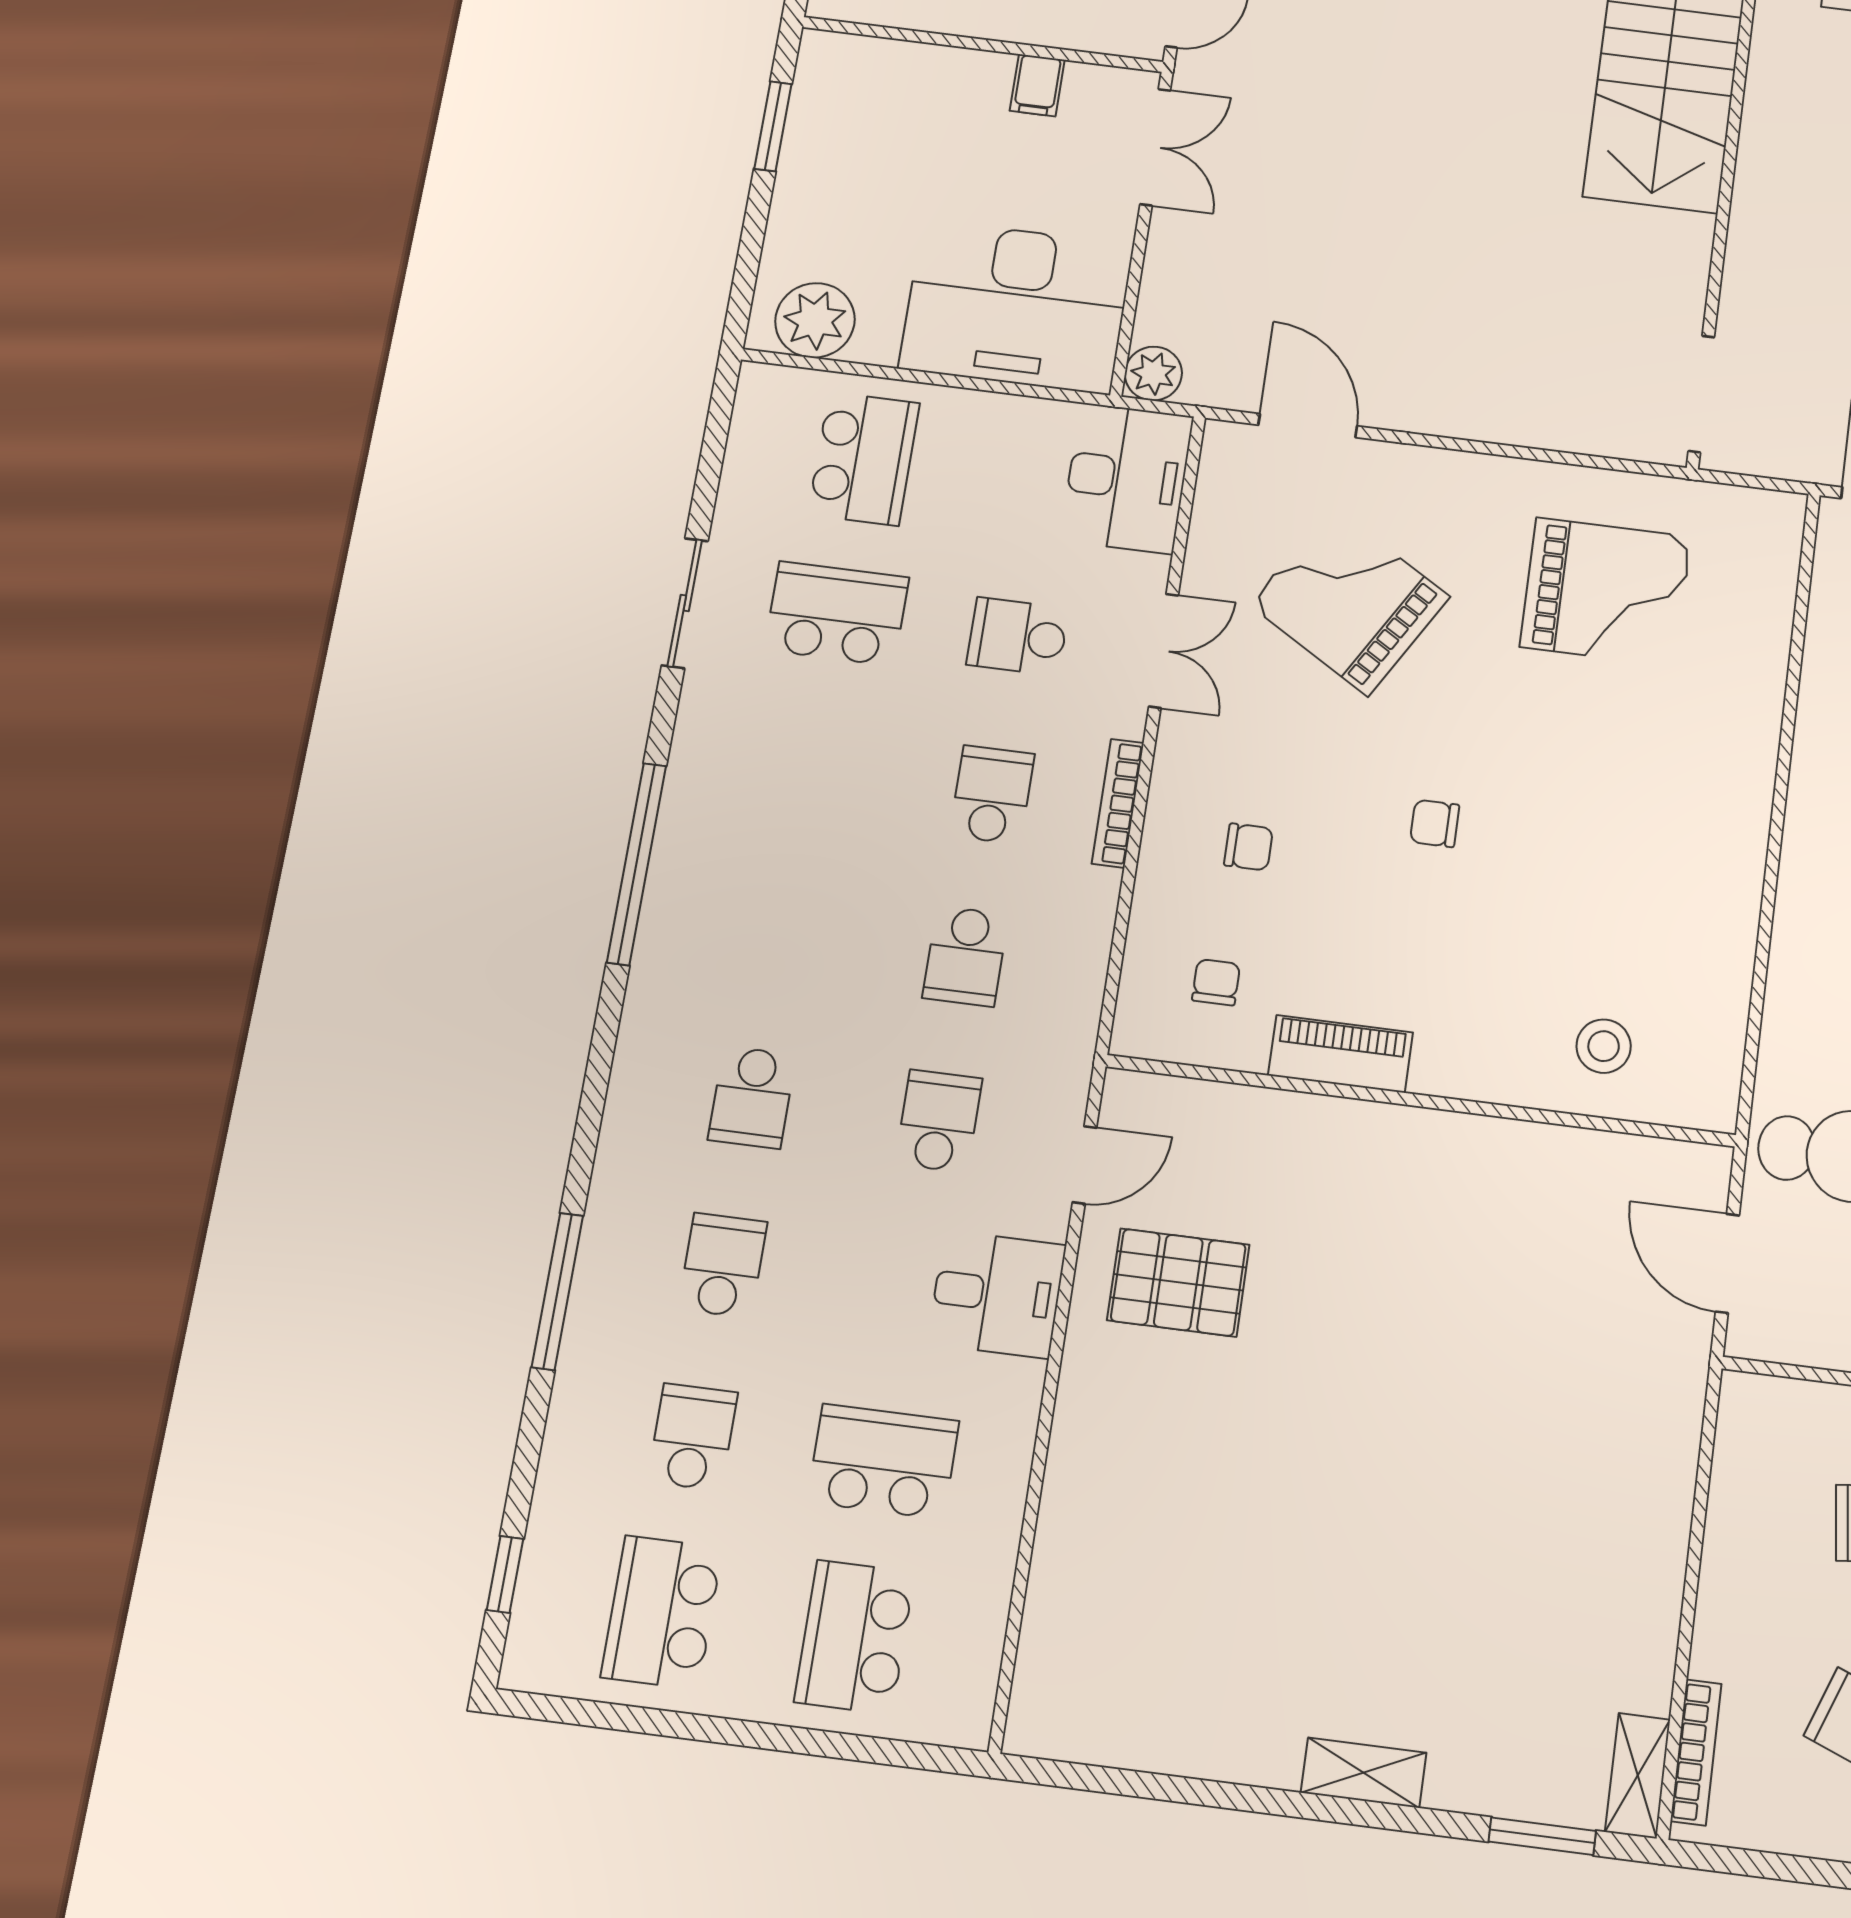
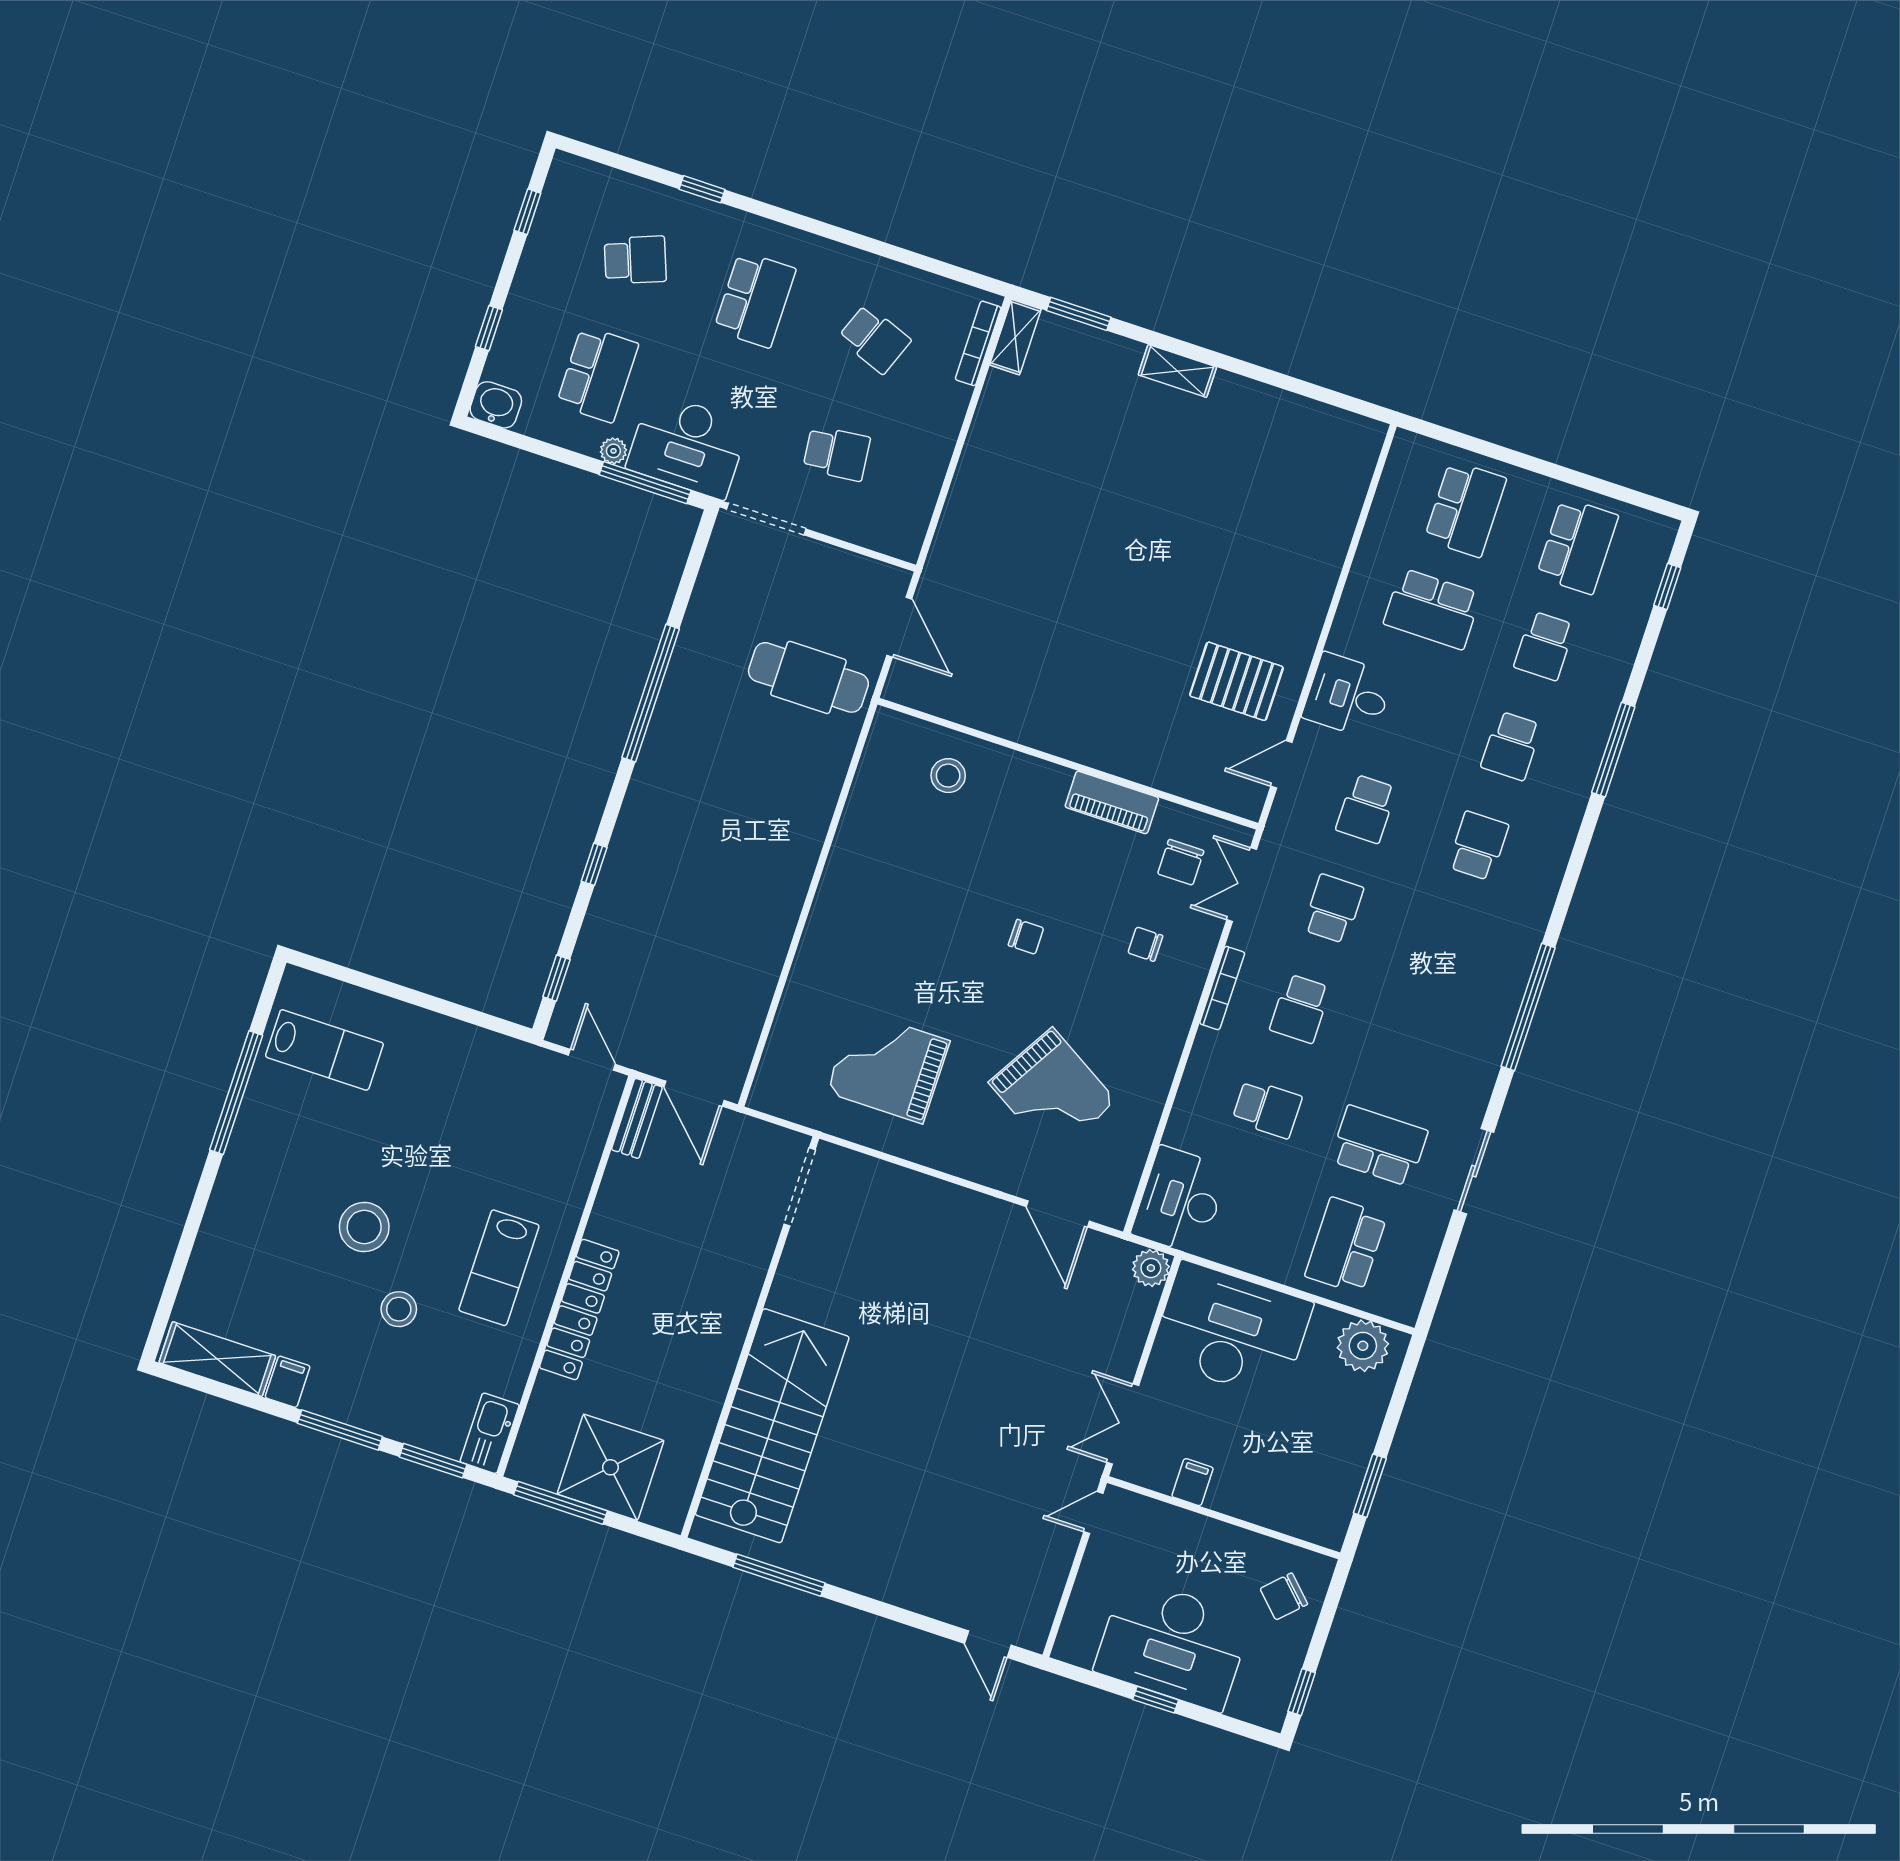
school desk: (837, 614) -> (1379, 1146), turned 180
double door: (1163, 651) -> (1242, 885), moved
chair: (1216, 982) -> (1181, 862), width x1.37, depth x1.37

